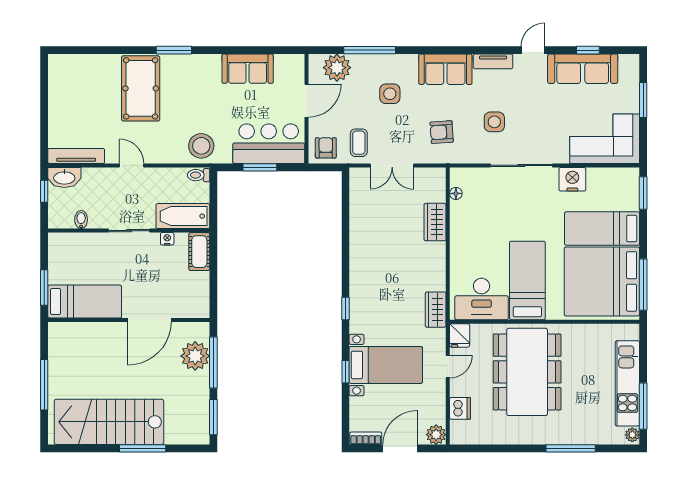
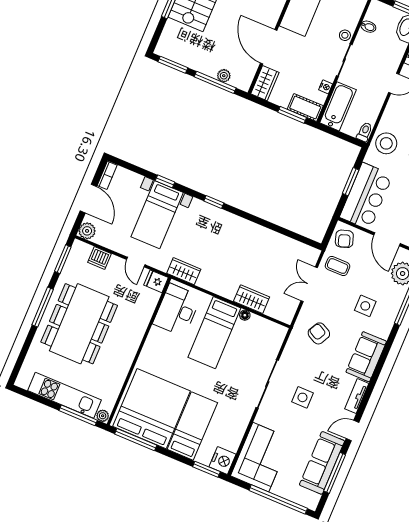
door: (533, 50) -> (353, 431), swing flipped
window: (588, 50) -> (335, 473), width x2.17
window: (643, 100) -> (278, 499), width x2.11
side table: (494, 122) -> (302, 397), moved
armchair: (442, 132) -> (319, 333), turned -58
armchair: (326, 148) -> (344, 239), turned 72
nightstand: (572, 179) -> (223, 461), moved
floor lamp: (456, 193) -> (245, 315), moved
stool: (101, 241) -> (345, 35), added
window: (213, 263) -> (292, 115), added
bed: (527, 280) -> (214, 333), moved, turned 90
wardrobe: (191, 307) -> (265, 83), added
plant: (195, 356) -> (224, 76), width x0.53, depth x0.53
dining table: (527, 372) -> (79, 324), moved, turned 90
window: (643, 406) -> (78, 415), moved
plant: (632, 435) -> (103, 416), moved
window: (478, 448) -> (63, 259), added
window: (571, 448) -> (43, 307), moved

